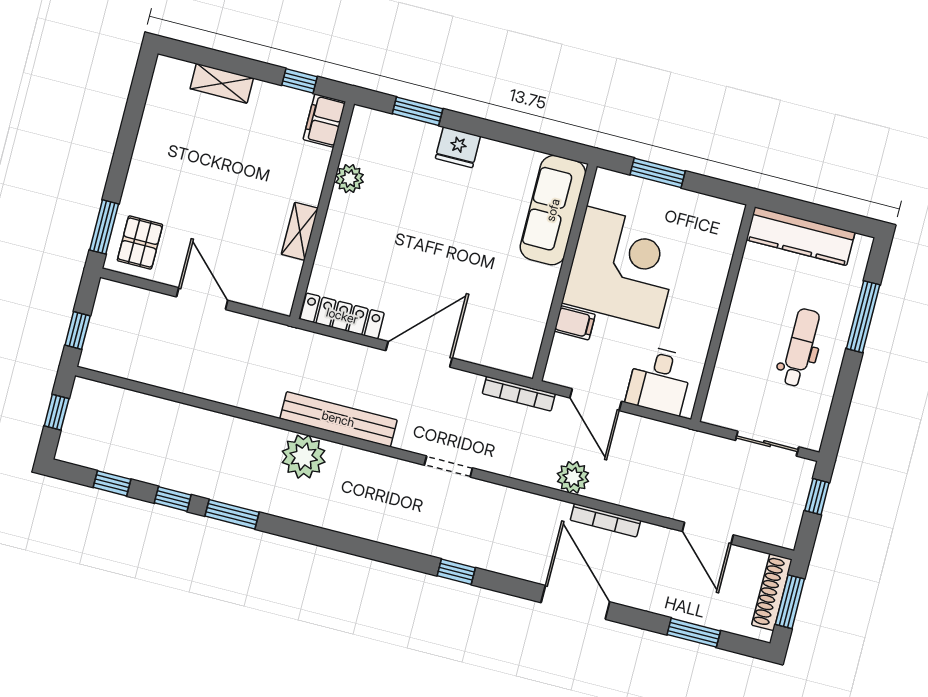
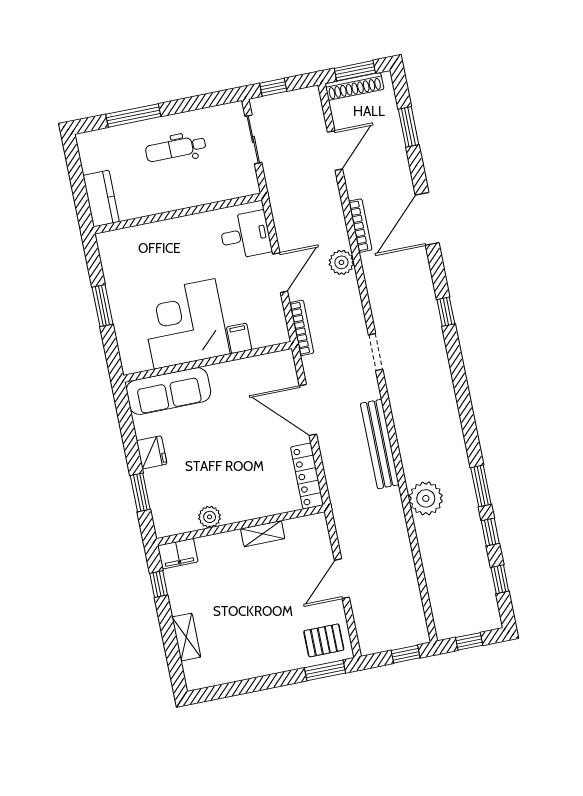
sofa: (553, 210) -> (168, 391), moved
kitchen counter: (801, 236) -> (101, 199), width x0.67
corner desk: (623, 267) -> (185, 324), moved
wall: (565, 273) -> (208, 362), moved
filing cabinet: (575, 323) -> (239, 338), moved
plant: (304, 457) -> (426, 498), moved

